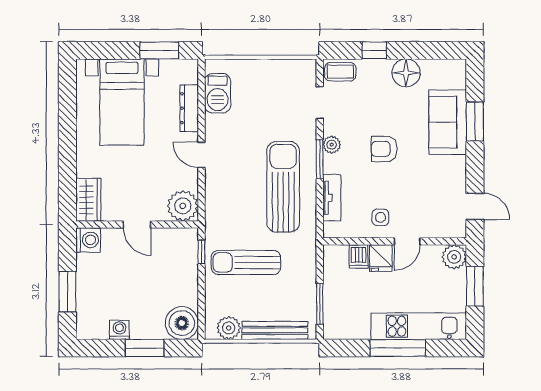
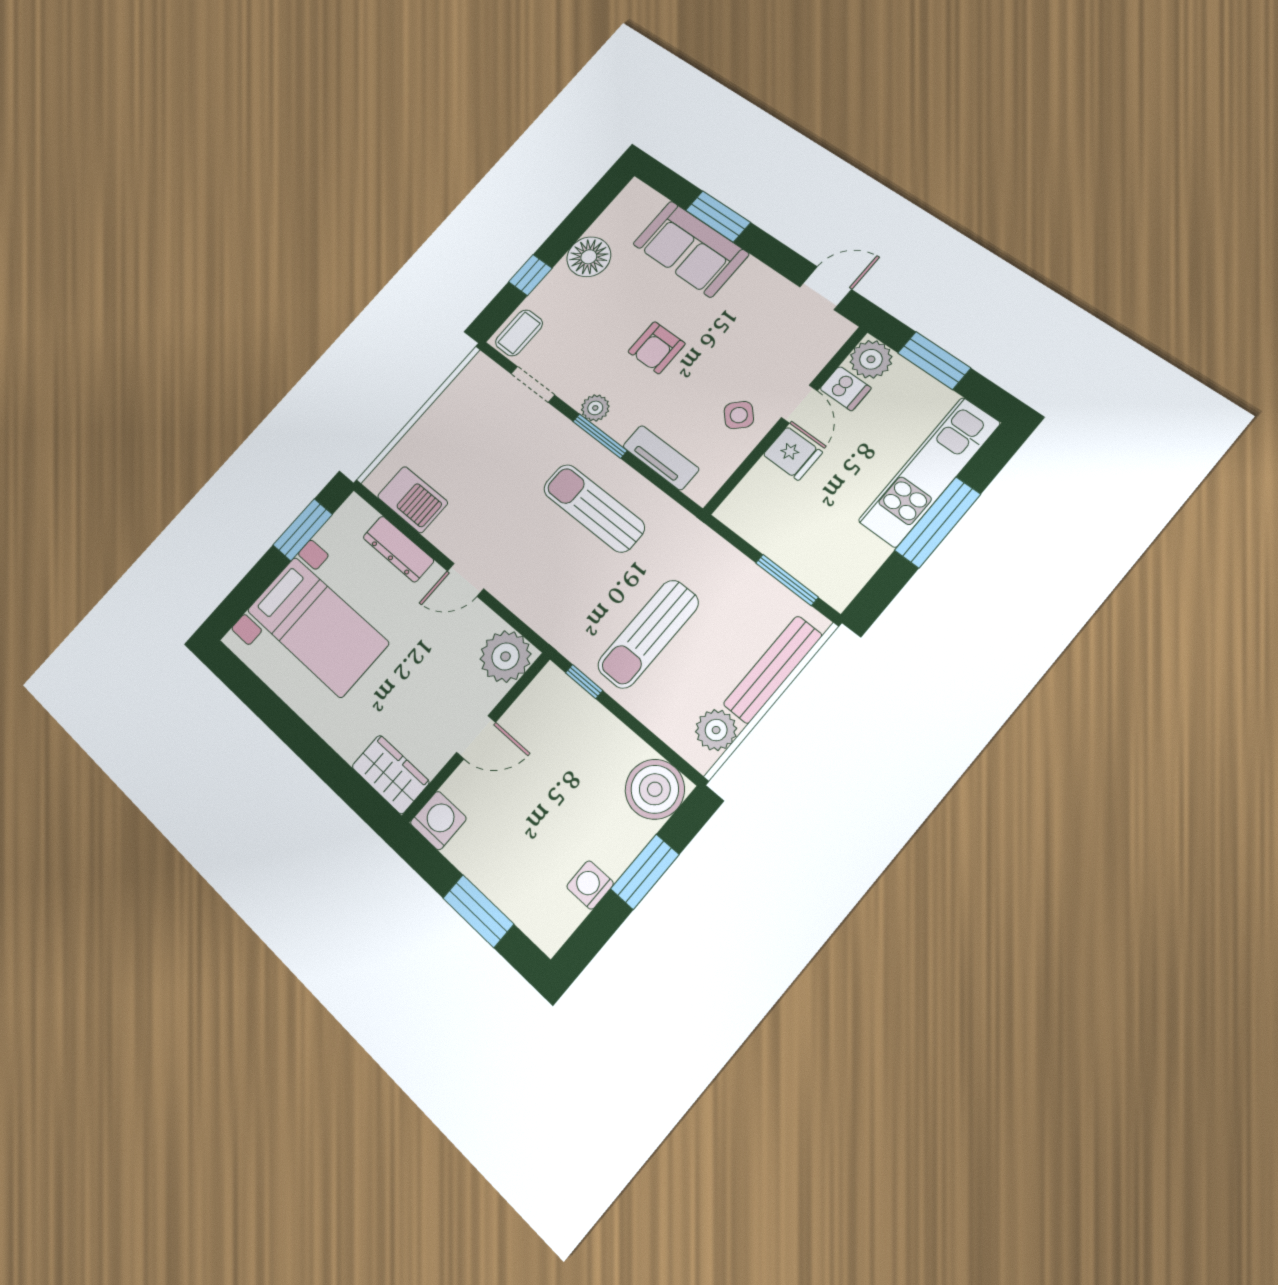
sun lounger: (283, 187) -> (594, 508), width x0.73, depth x0.75
side table: (380, 217) -> (739, 415), turned 45
dishwasher: (359, 257) -> (845, 388), moved

